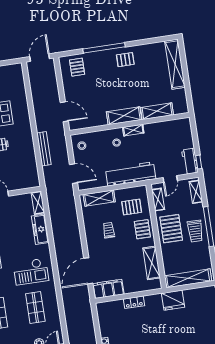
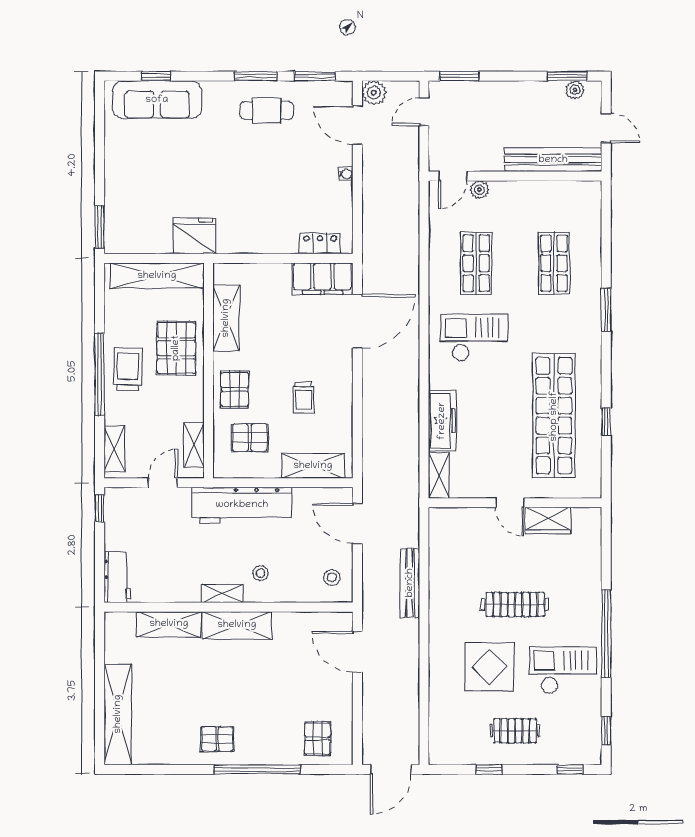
workbench: (190, 161) -> (117, 577), moved
pallet: (171, 229) -> (176, 348), moved
locker: (134, 302) -> (320, 244), moved

